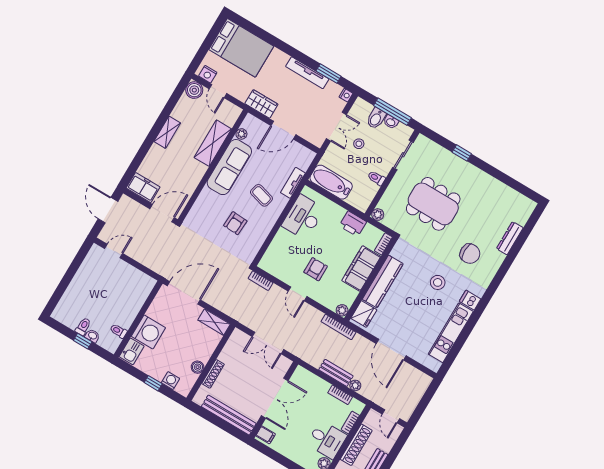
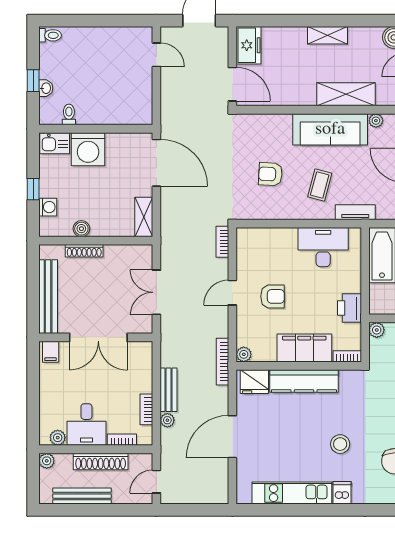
toilet: (83, 327) -> (50, 35), moved

